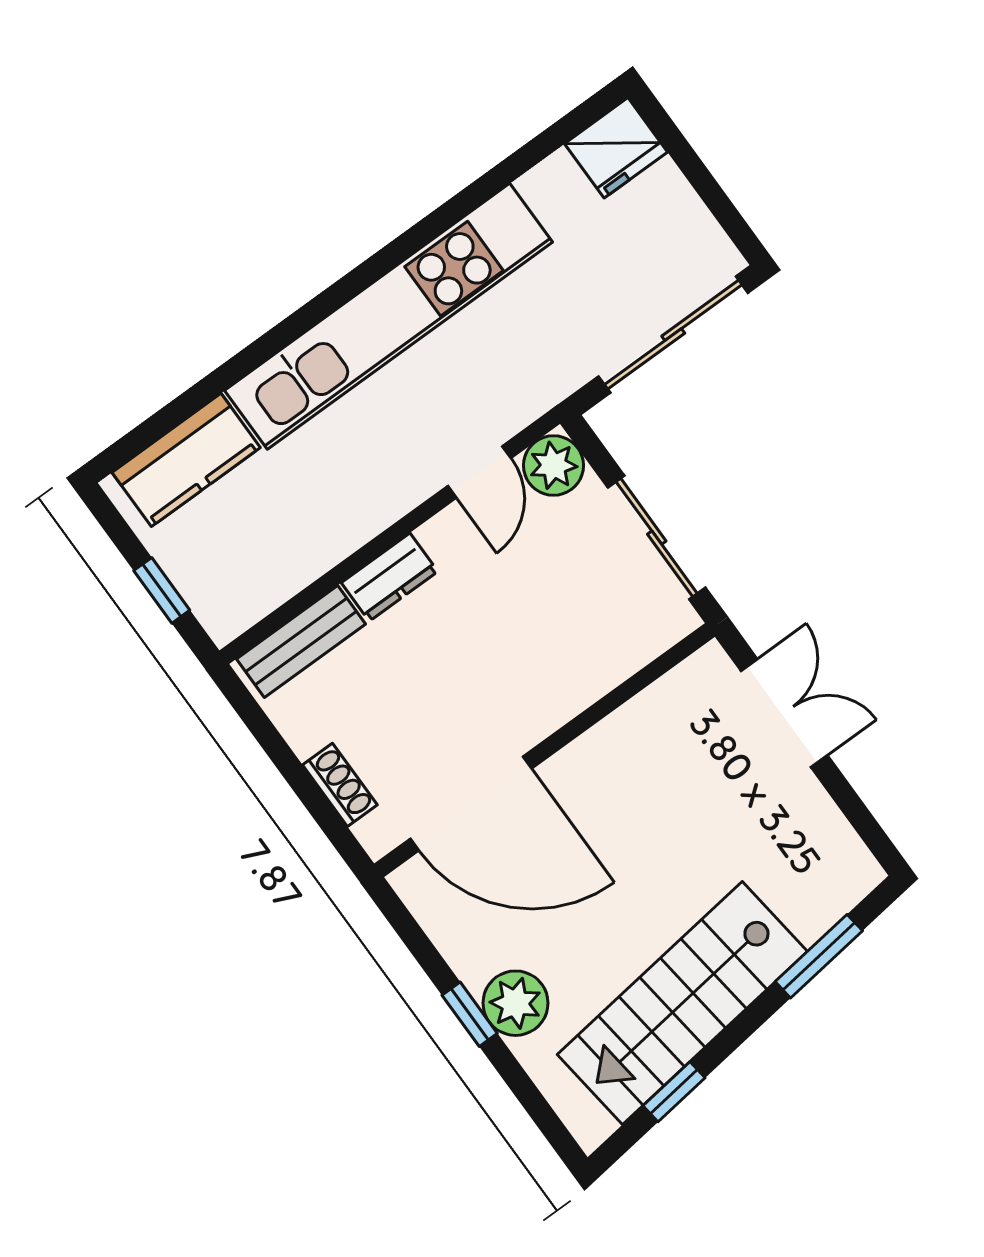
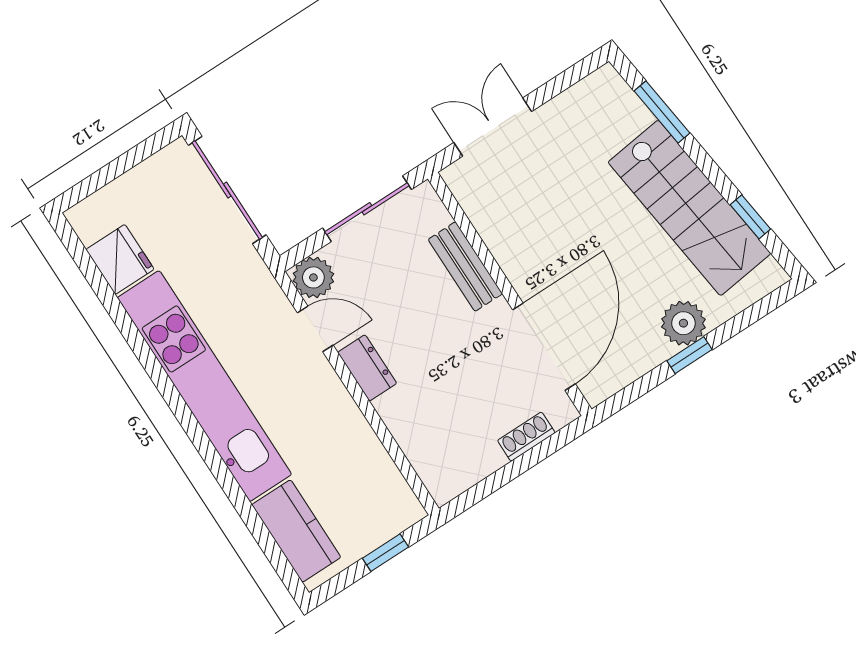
fridge: (616, 148) -> (120, 259), moved
dresser: (390, 577) -> (367, 368), moved
bench: (301, 641) -> (465, 267), moved

